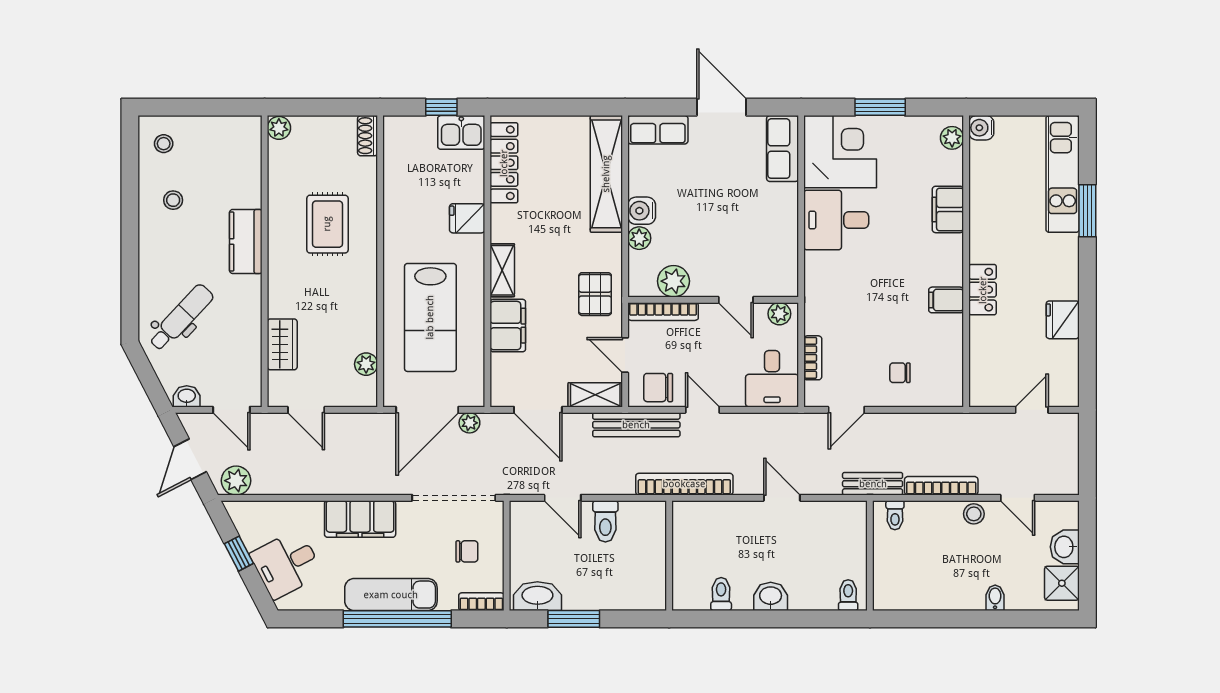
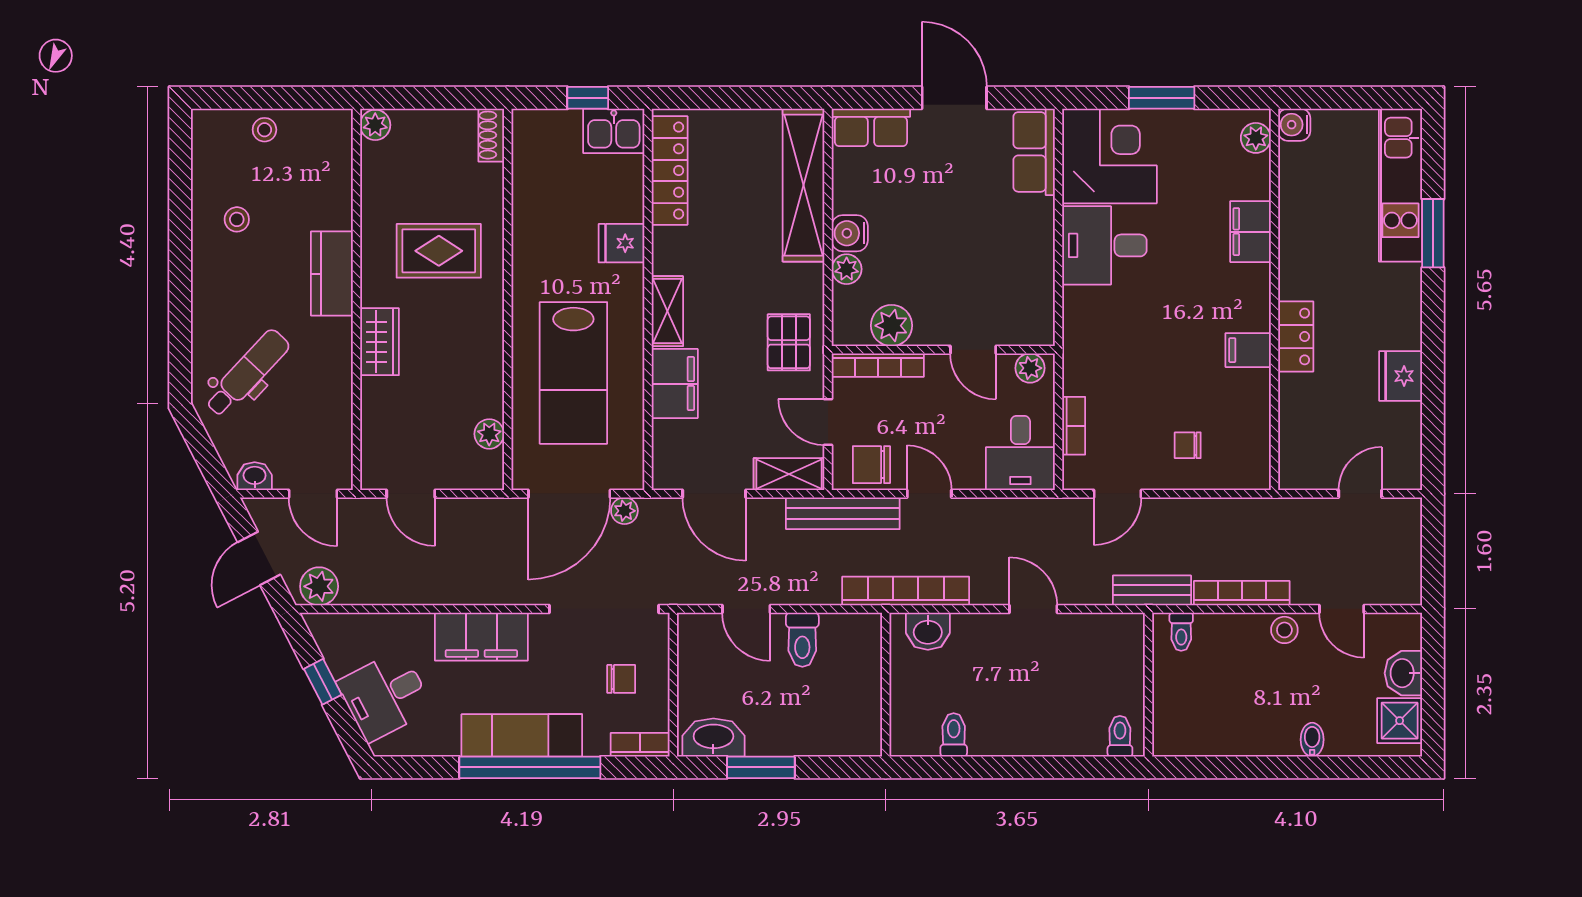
stool: (164, 144) -> (264, 130), moved
rug: (327, 224) -> (439, 251), turned 90
wardrobe: (282, 344) -> (380, 342), moved
washbasin: (771, 596) -> (928, 631), moved, turned 180

